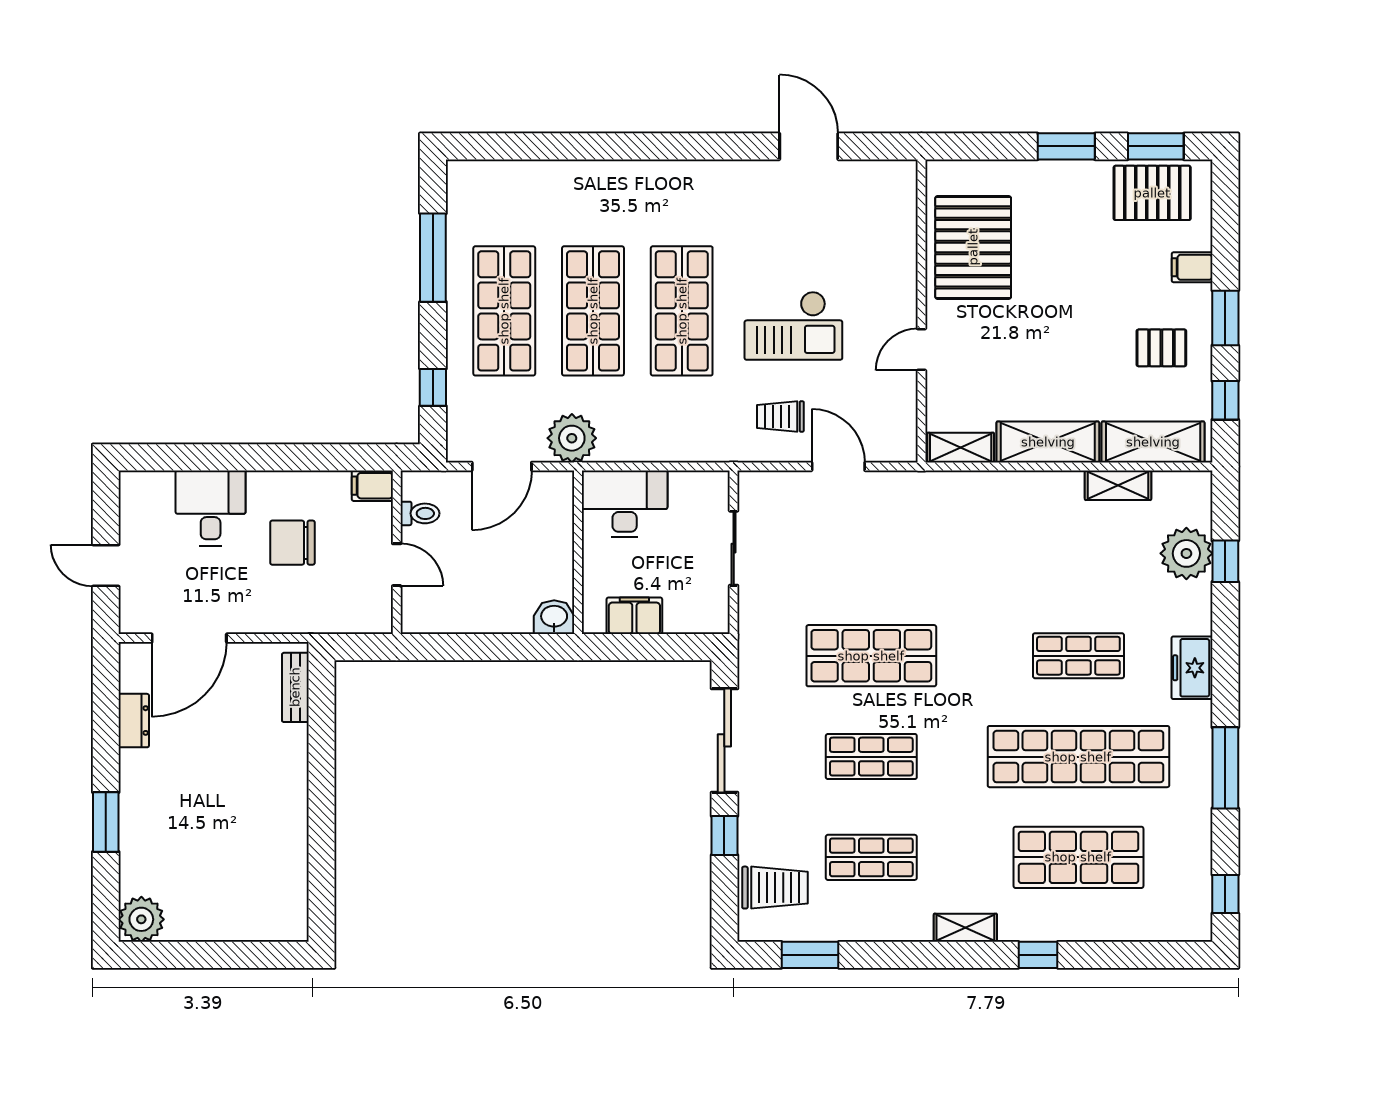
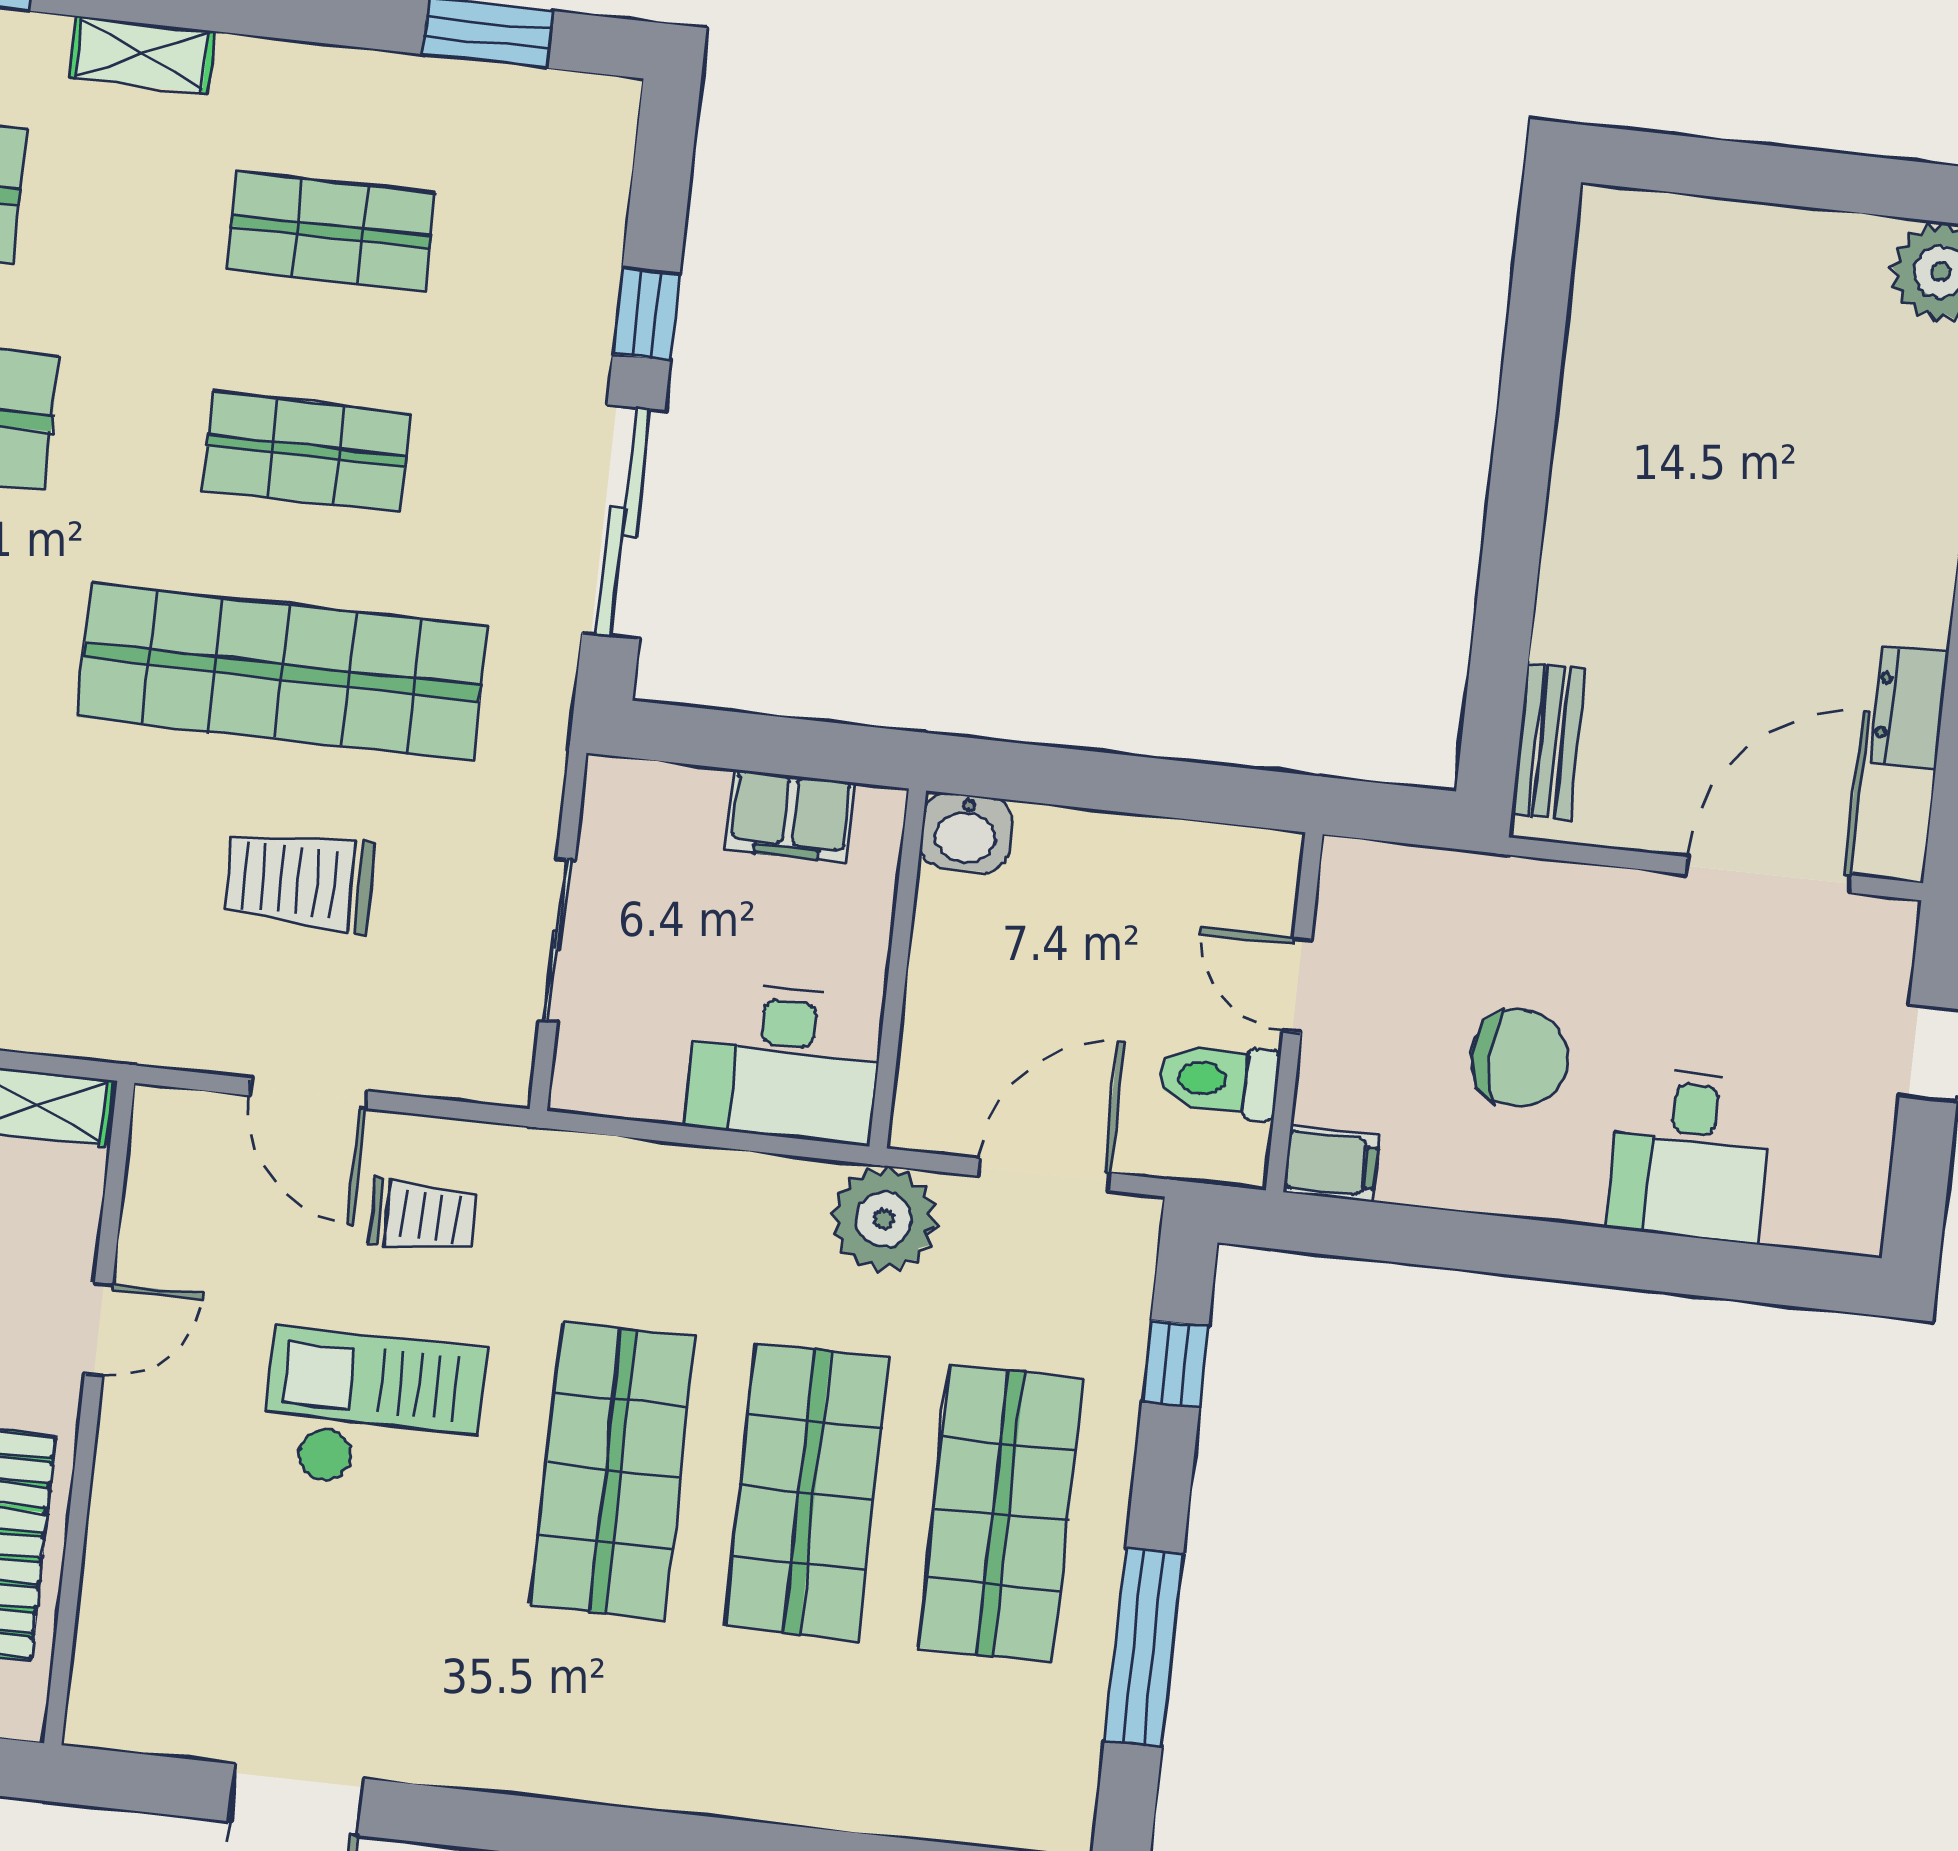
toilet: (420, 513) -> (1219, 1080), width x1.37, depth x1.39
shop shelf: (871, 656) -> (282, 672), width x1.40
trolley: (775, 888) -> (300, 881), moved

